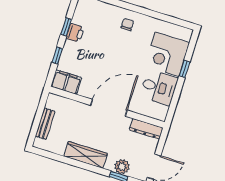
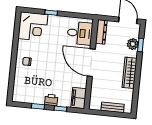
printer: (75, 33) -> (51, 100), moved
corner desk: (167, 54) -> (33, 27), moved
desk: (159, 87) -> (80, 33), moved, turned 90

